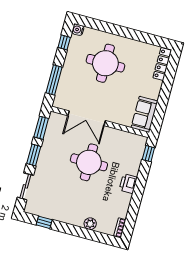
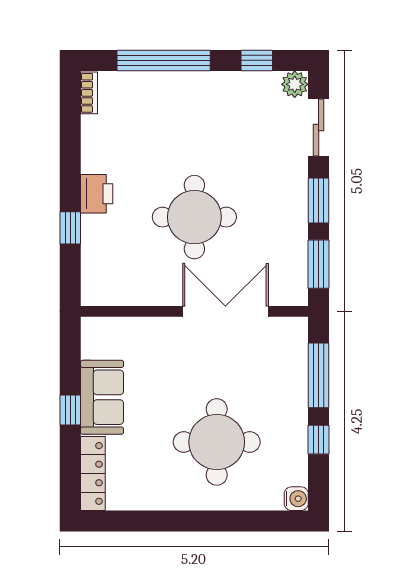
window: (64, 42) -> (319, 440), moved
window: (165, 94) -> (70, 410), added
sofa: (144, 114) -> (102, 397), moved
window: (148, 154) -> (70, 228), moved
plant: (90, 224) -> (295, 84), moved
window: (84, 233) -> (164, 60), added

